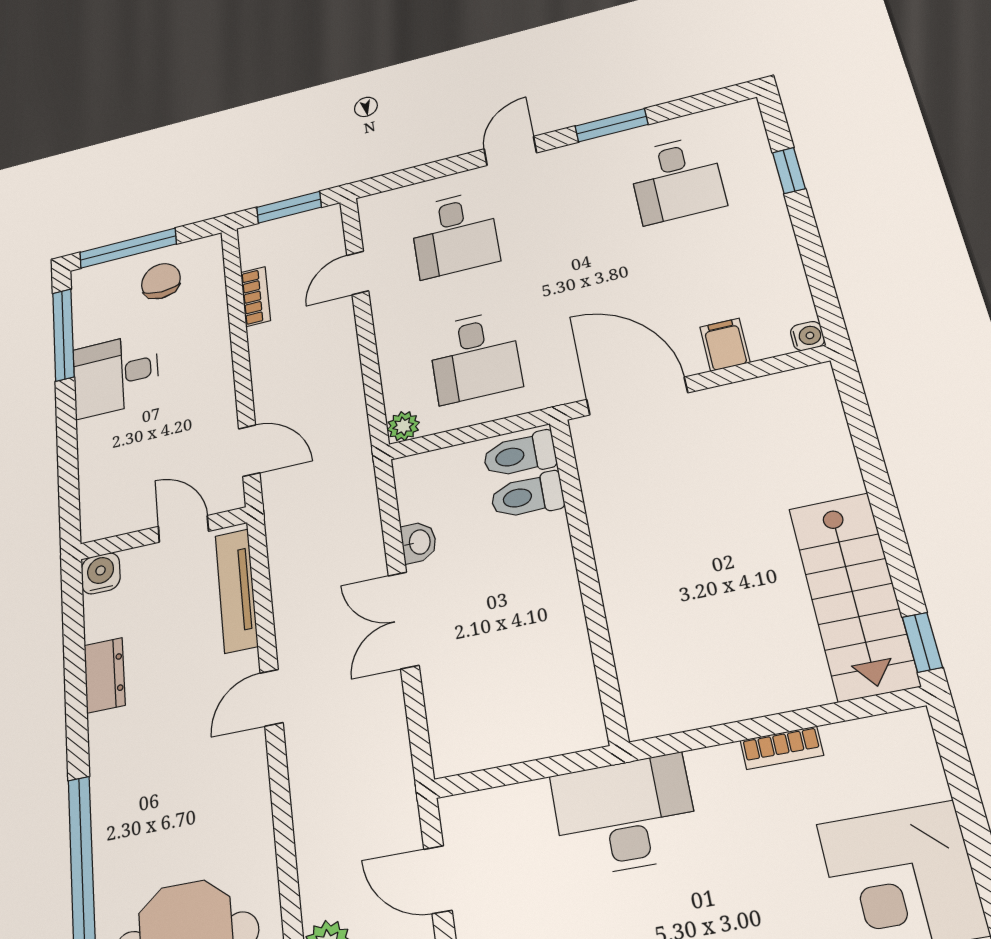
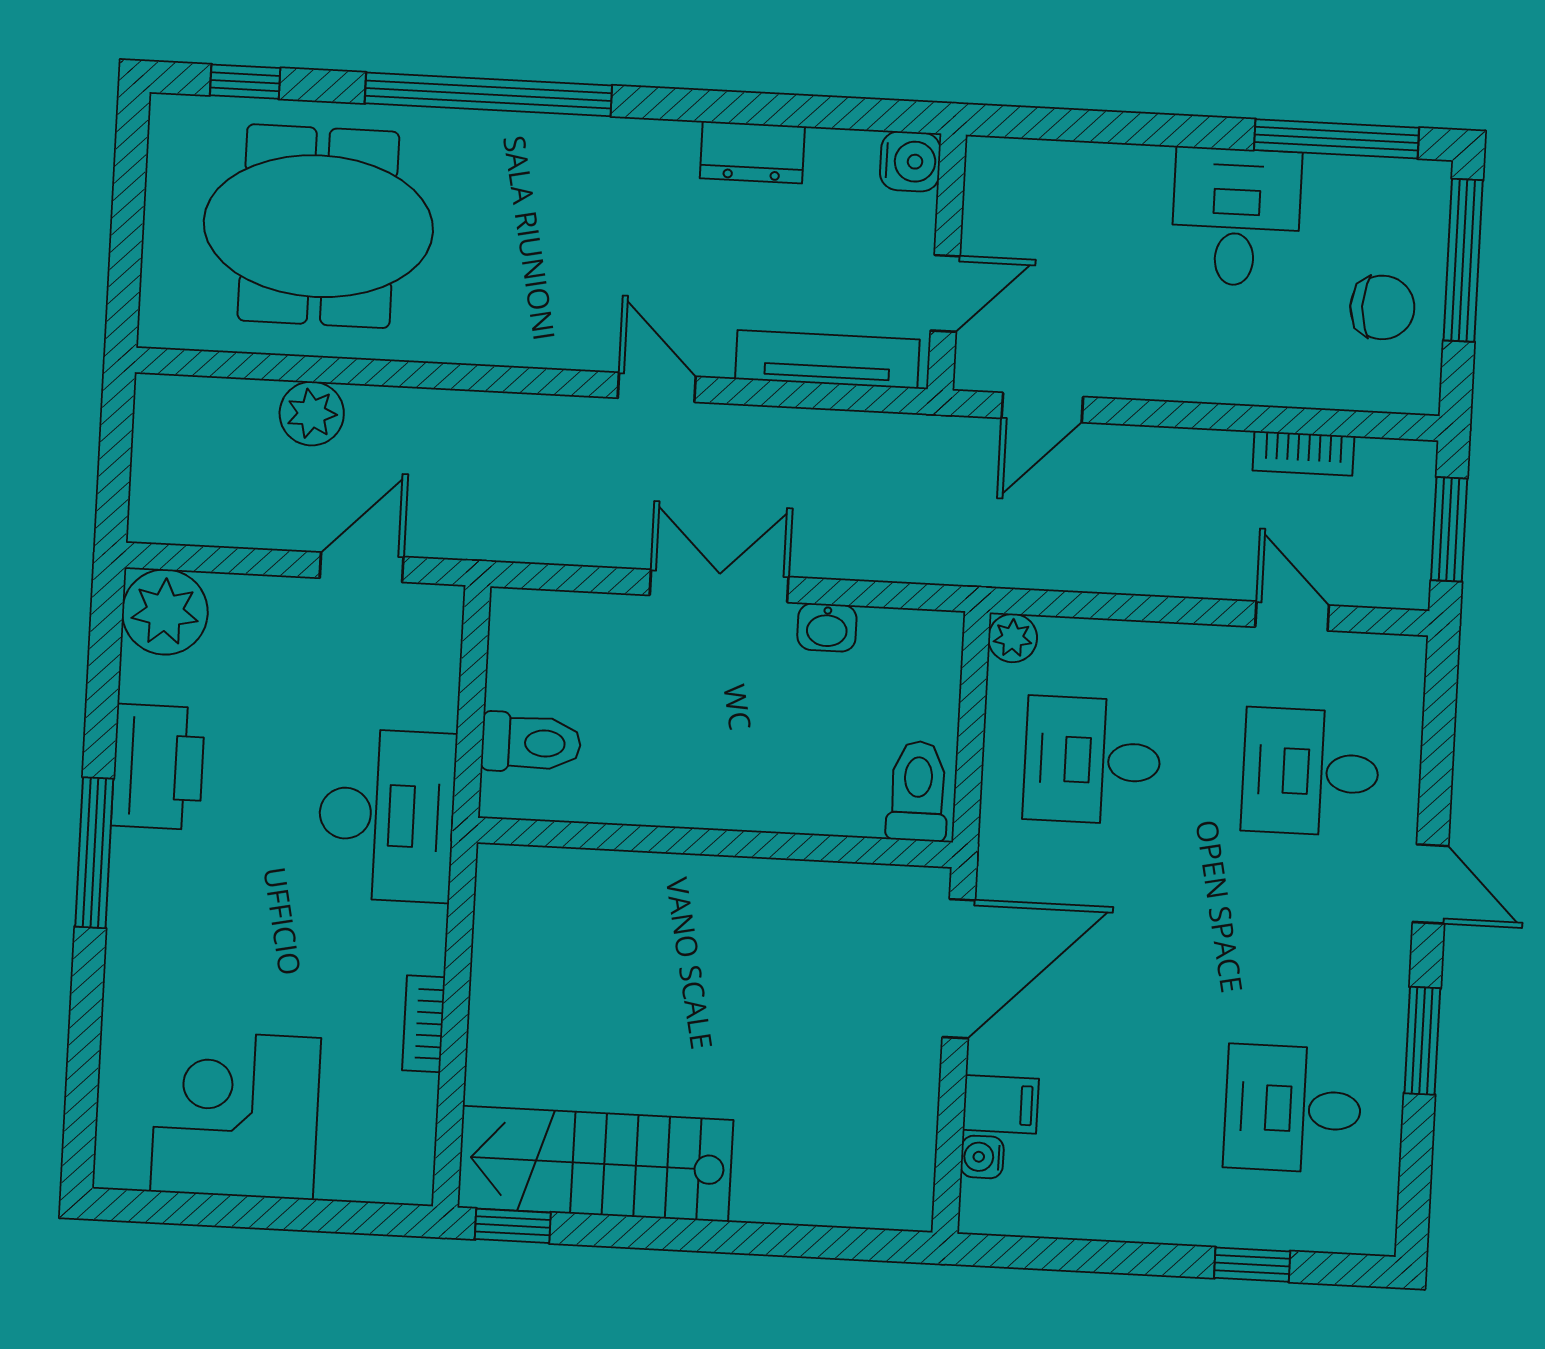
water cooler: (807, 336) -> (982, 1157), moved, turned 90
toilet: (527, 496) -> (531, 743), moved, turned 90

